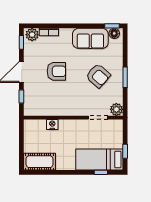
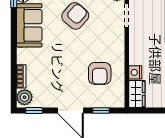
armchair: (56, 71) -> (100, 73), moved, turned 180
wardrobe: (35, 126) -> (137, 94), added

